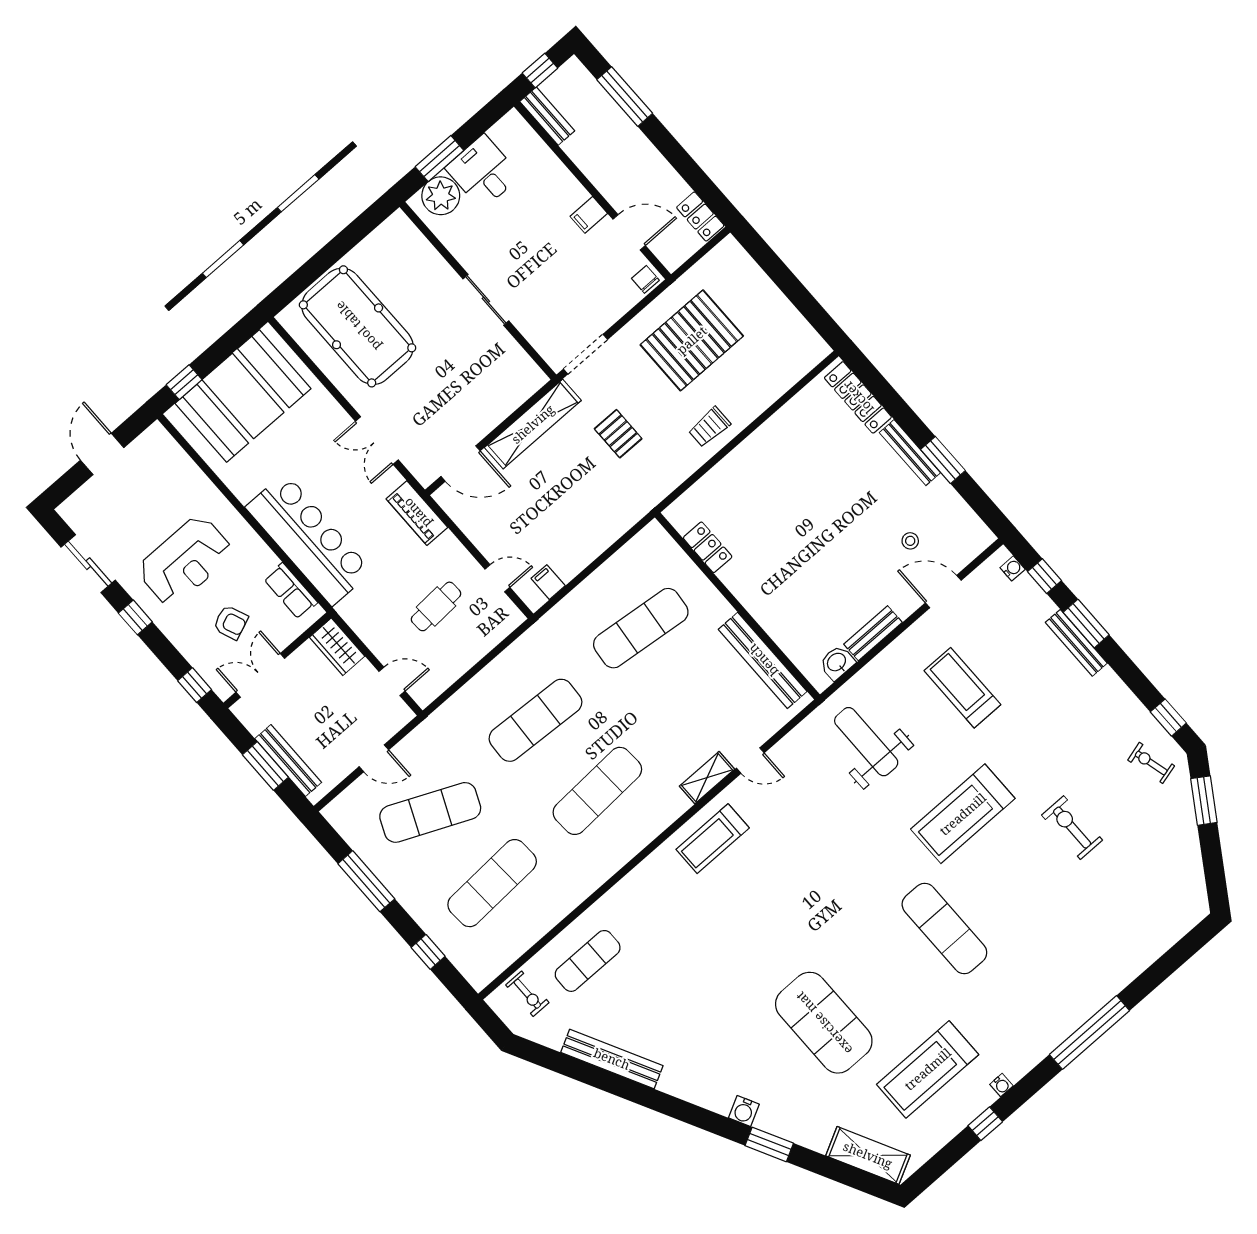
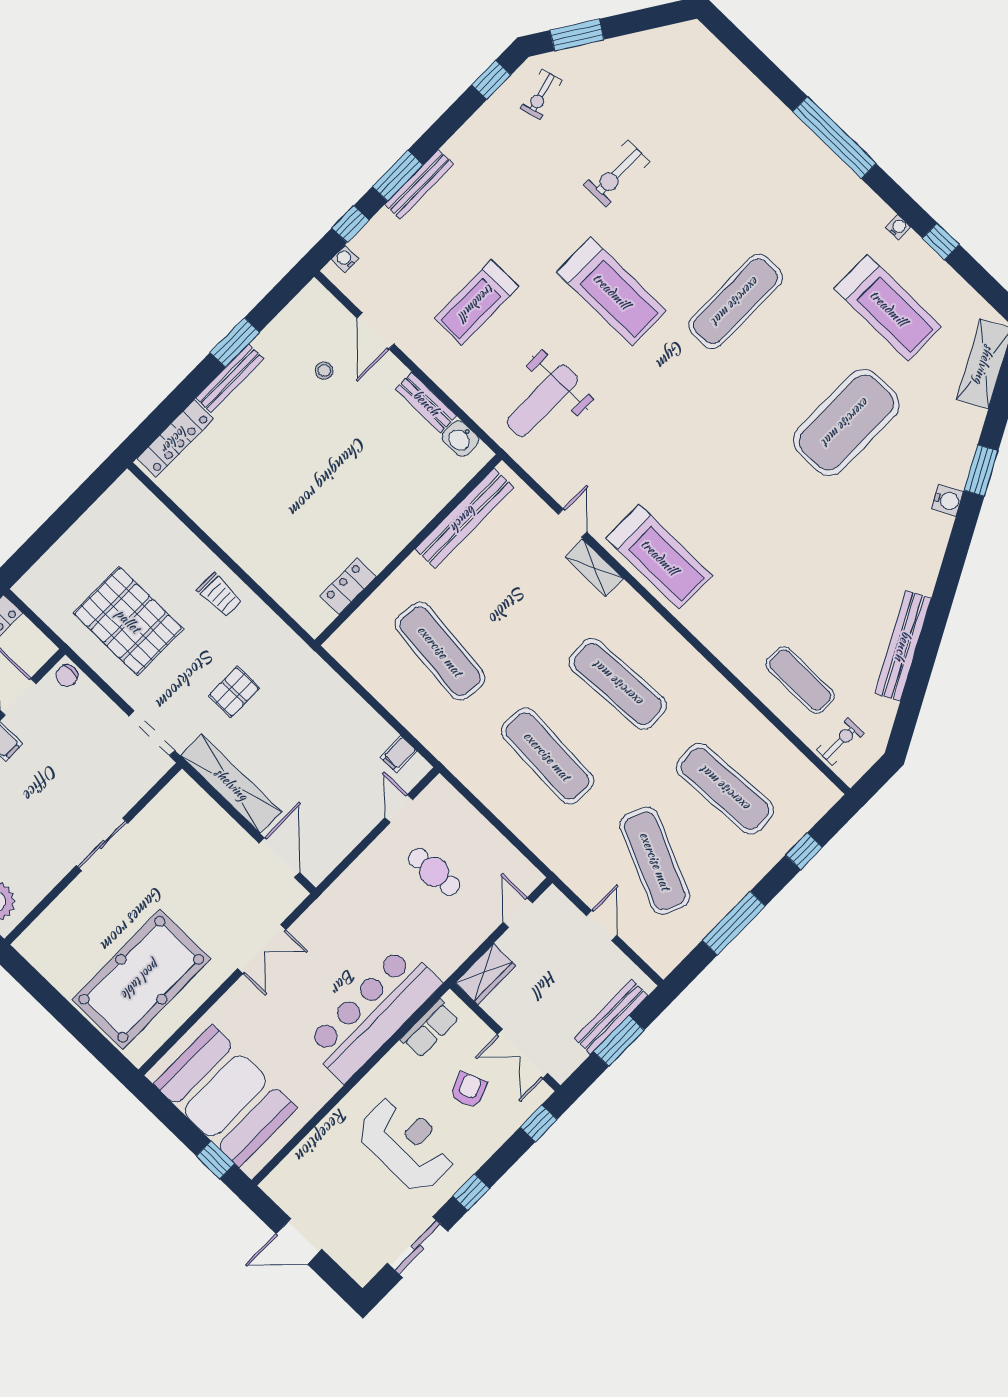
piano: (417, 513) -> (336, 900), removed
treadmill: (713, 839) -> (659, 557), width x1.37, depth x1.38

